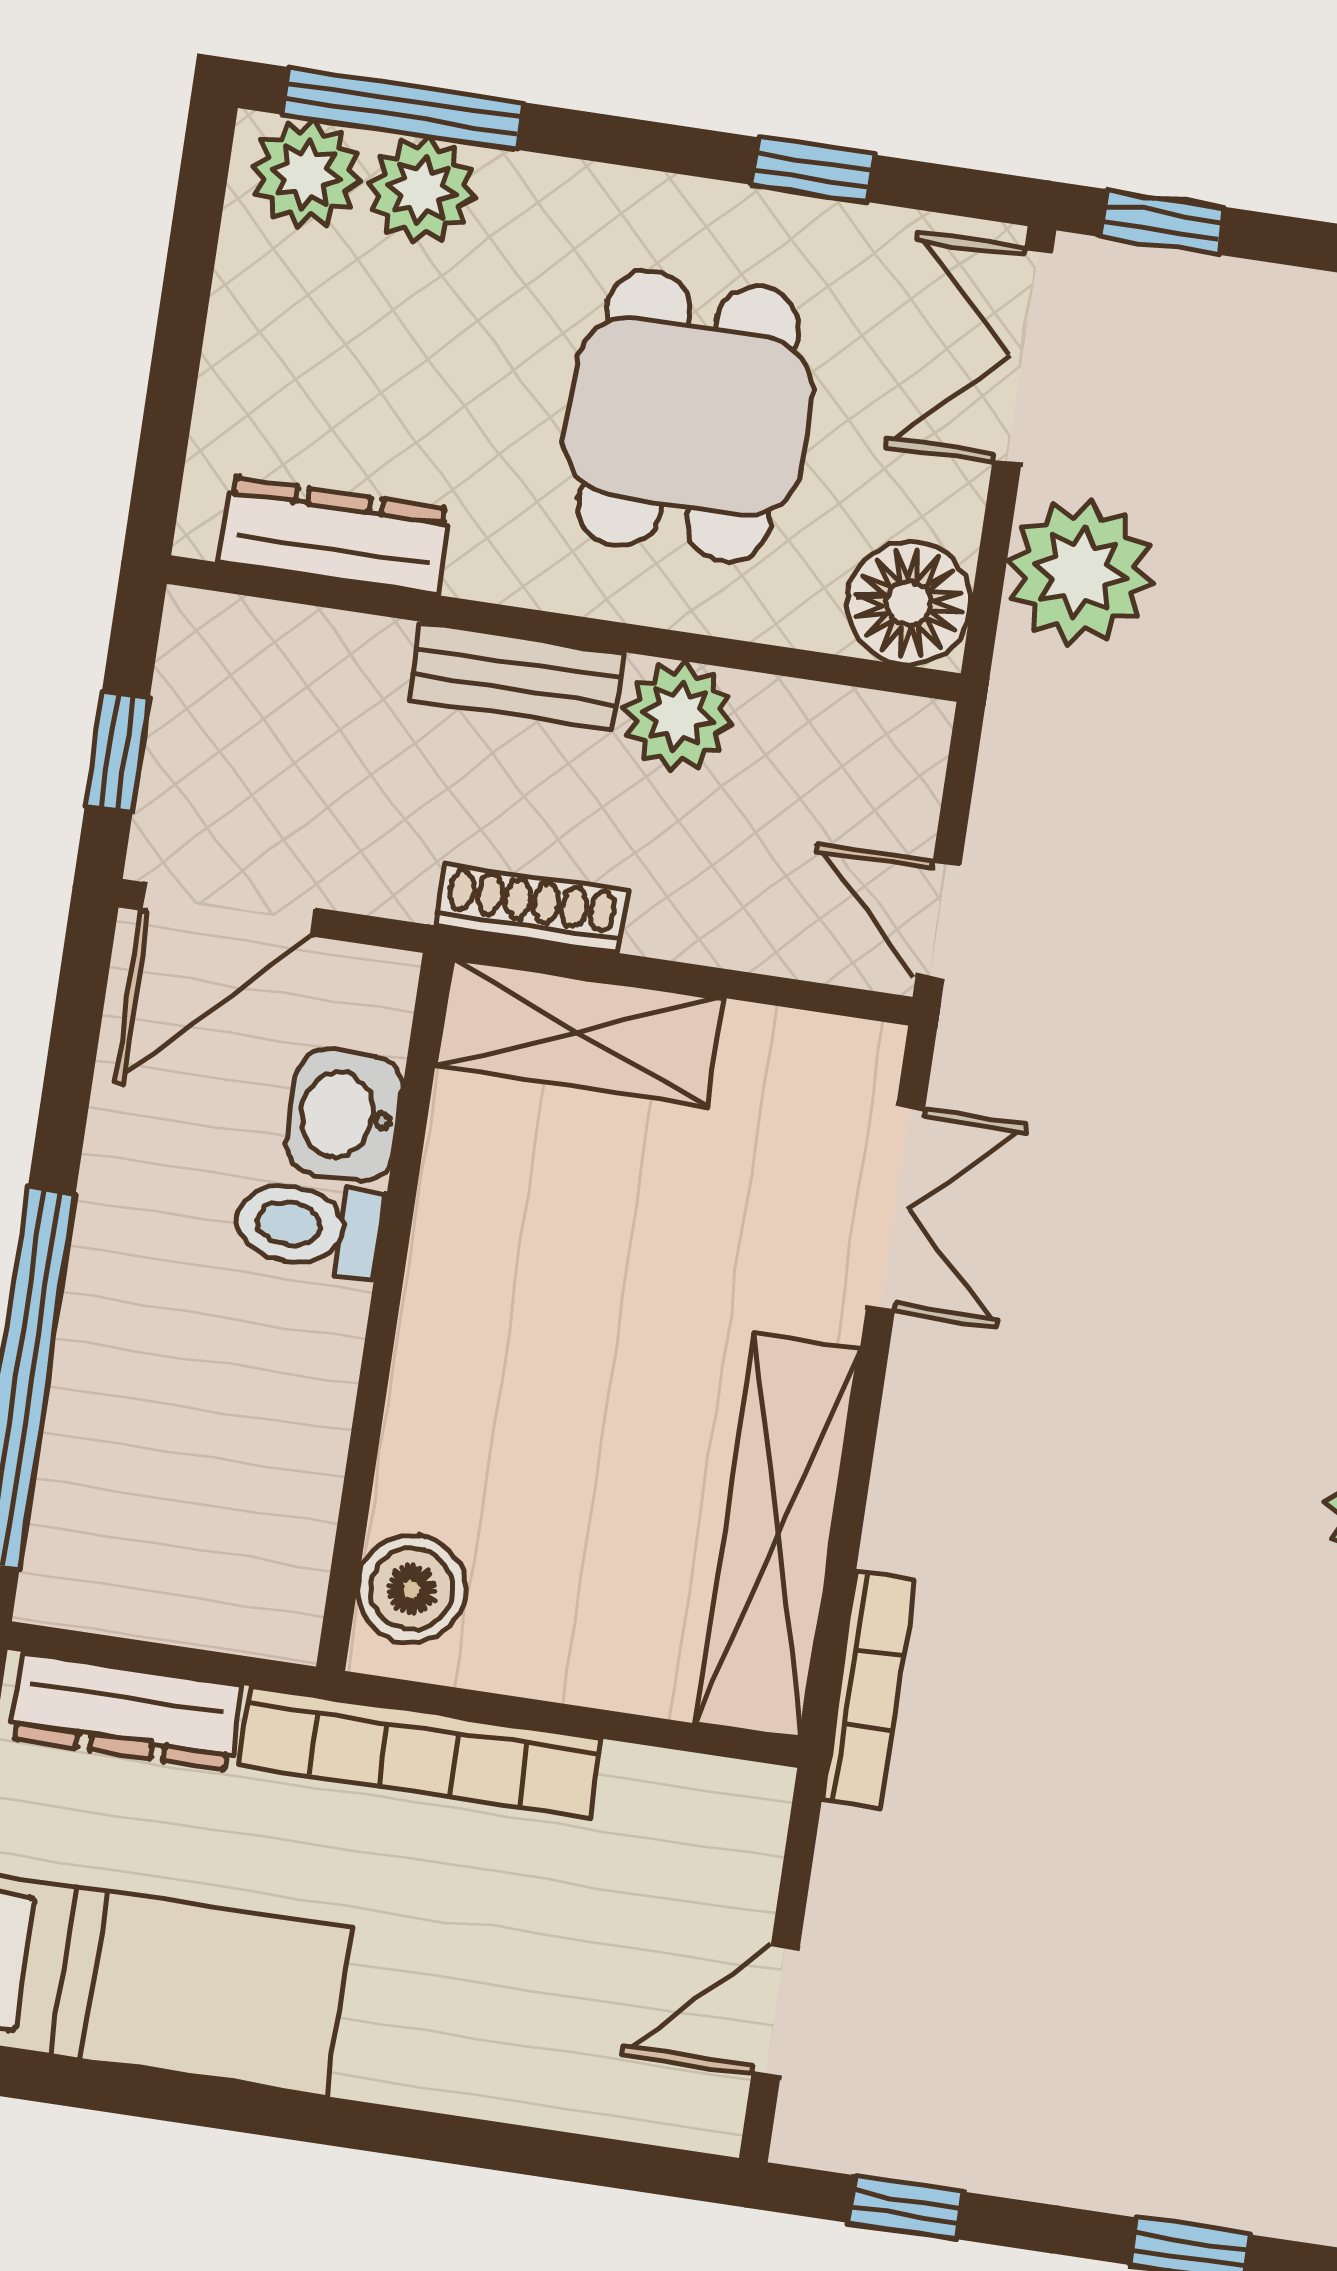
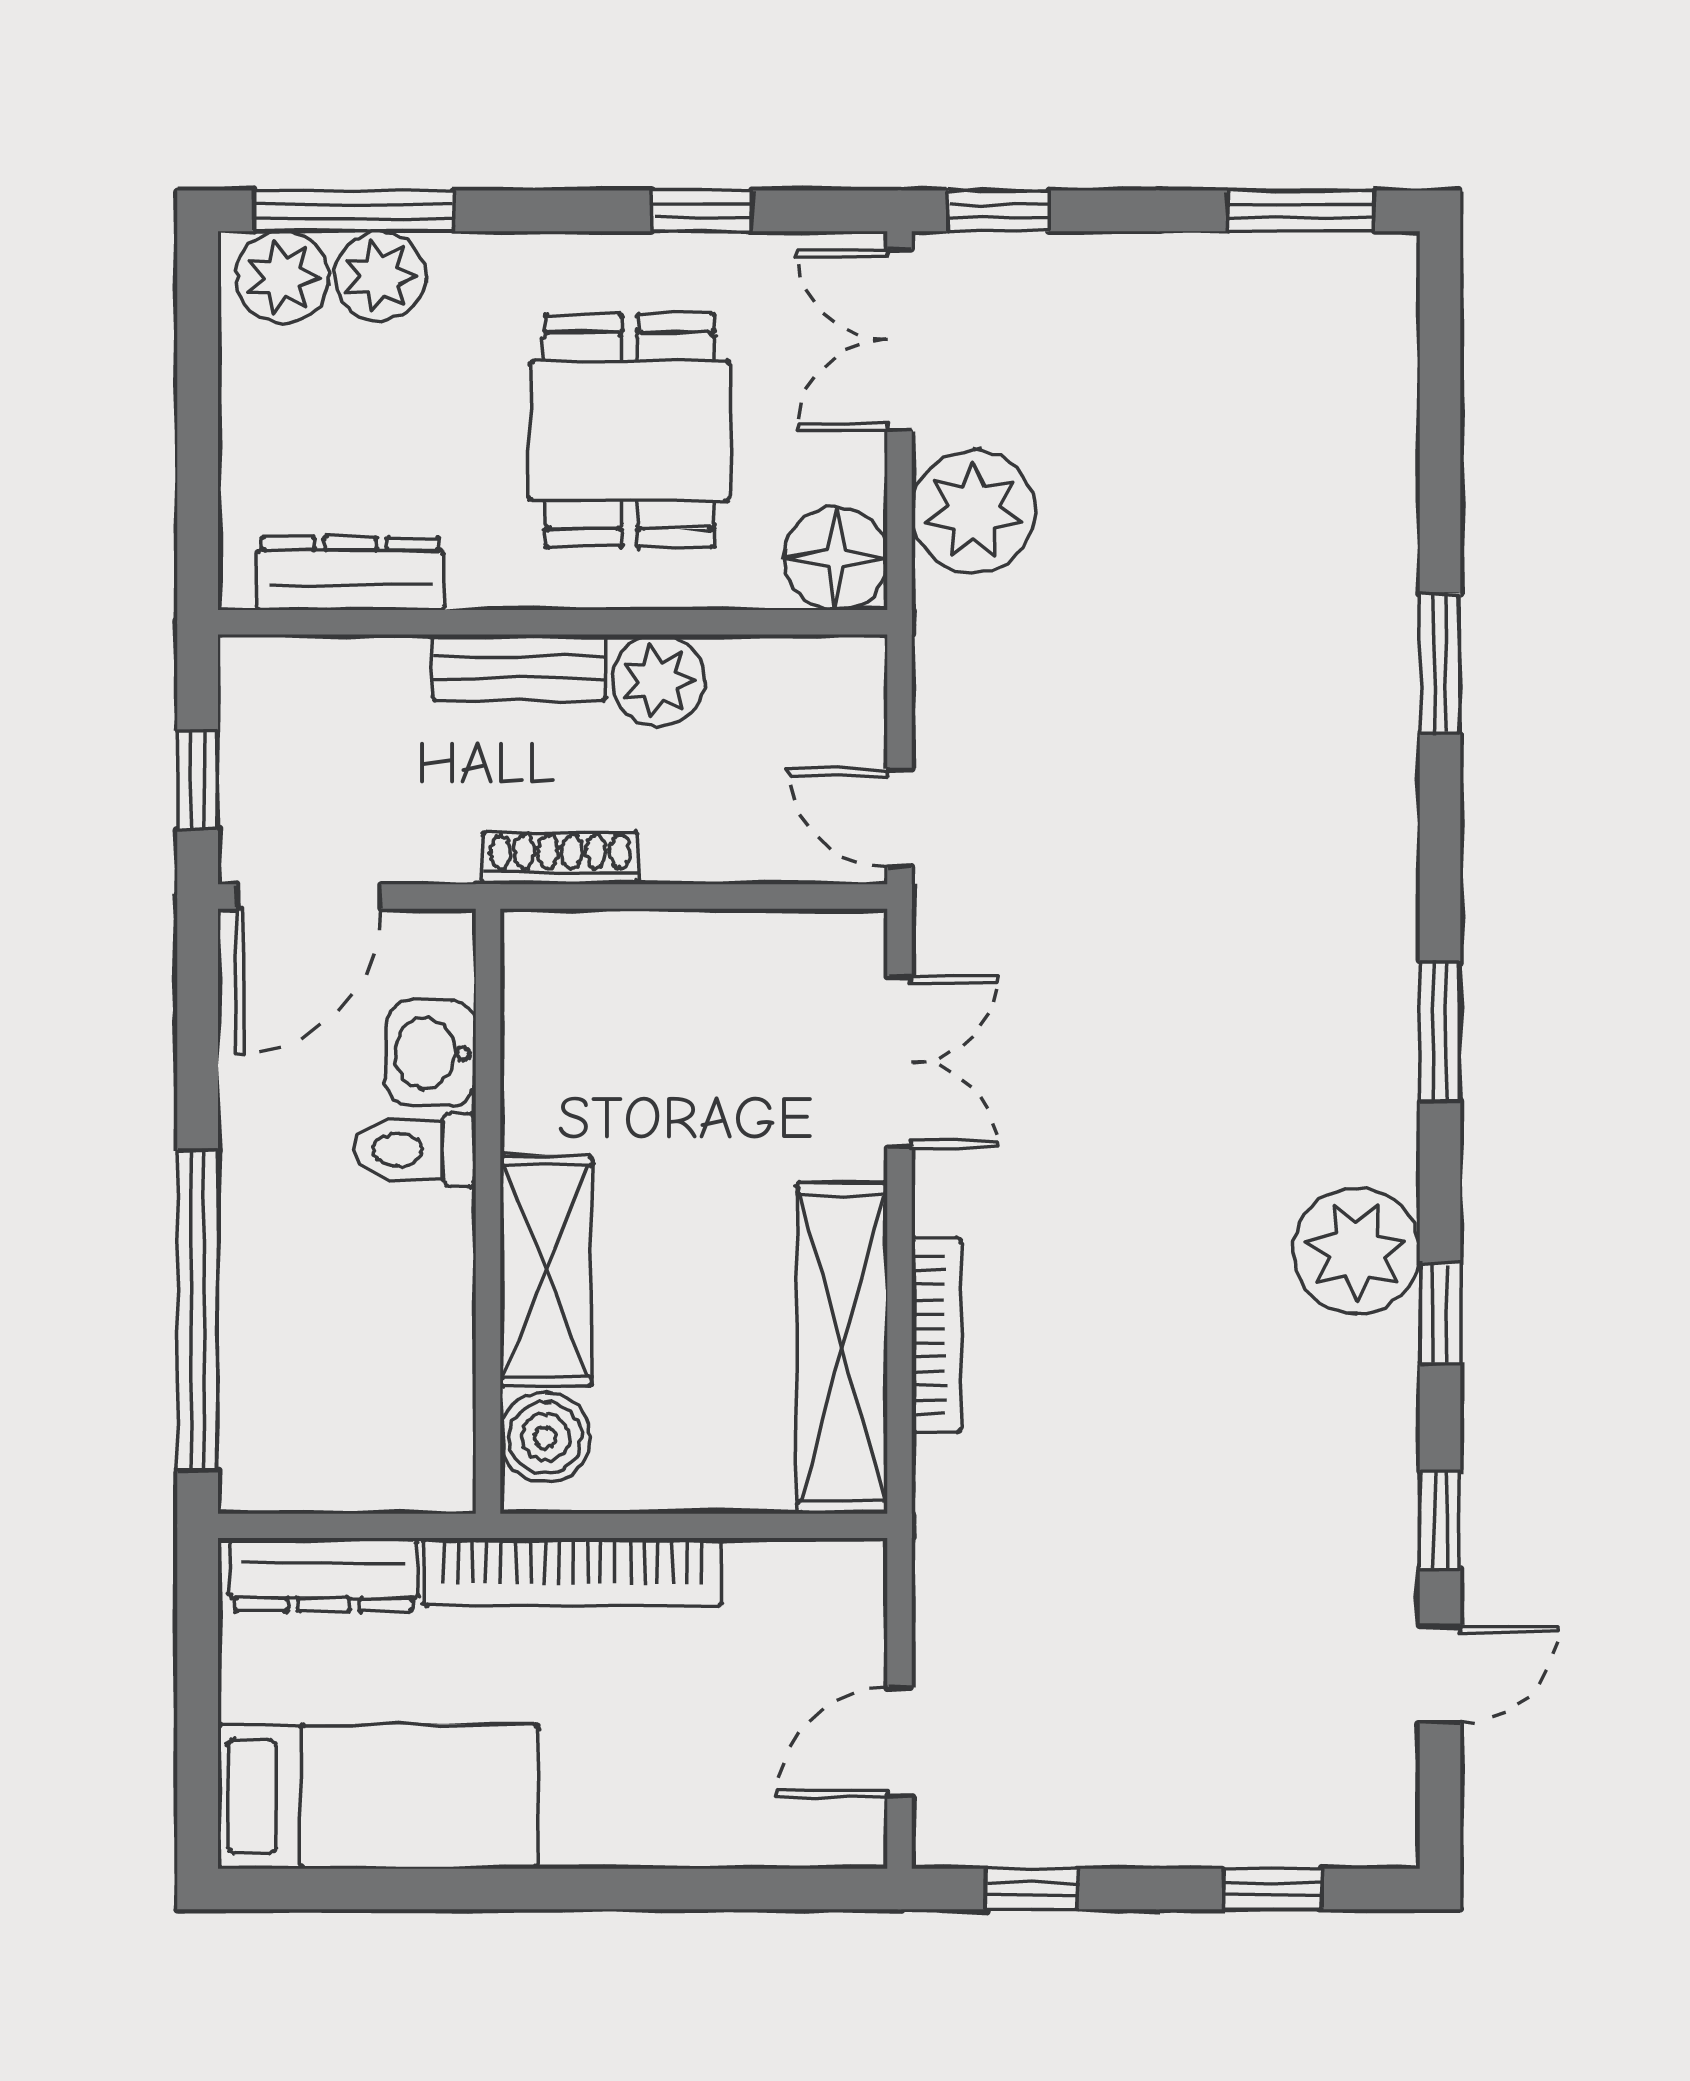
shelving: (579, 1032) -> (546, 1271), moved, turned 90
bookcase: (868, 1690) -> (936, 1335), moved

